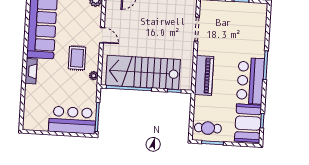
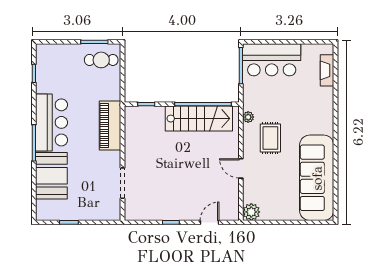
fireplace: (31, 71) -> (327, 70), moved
stairs: (143, 72) -> (199, 119), width x0.73, depth x0.66
booth: (248, 123) -> (51, 176), moved

